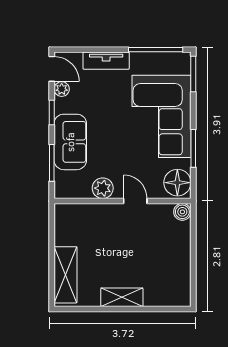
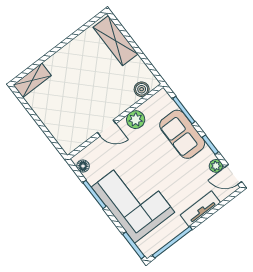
floor lamp: (177, 183) -> (83, 166), width x0.53, depth x0.53
boiler: (182, 212) -> (142, 89), moved
shelving: (122, 297) -> (32, 80), moved

